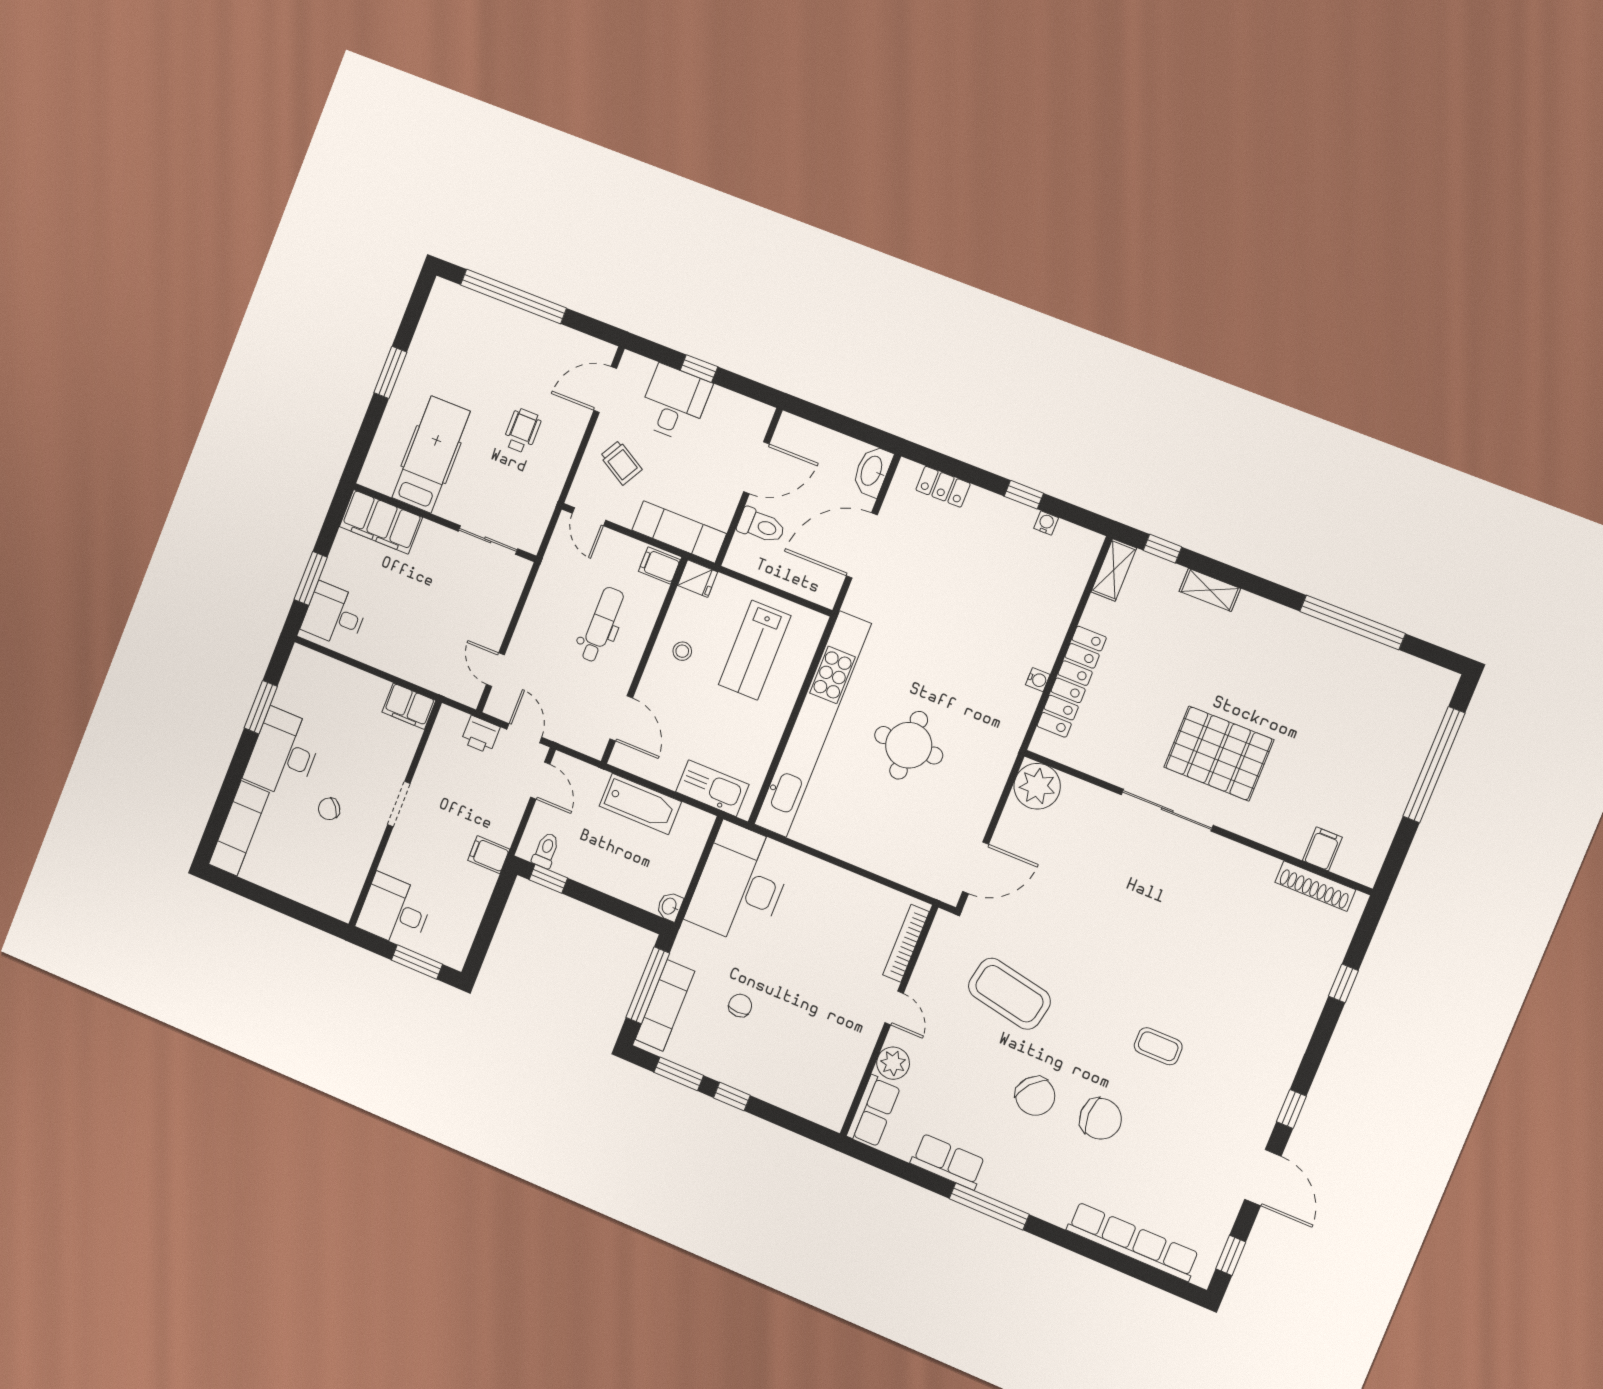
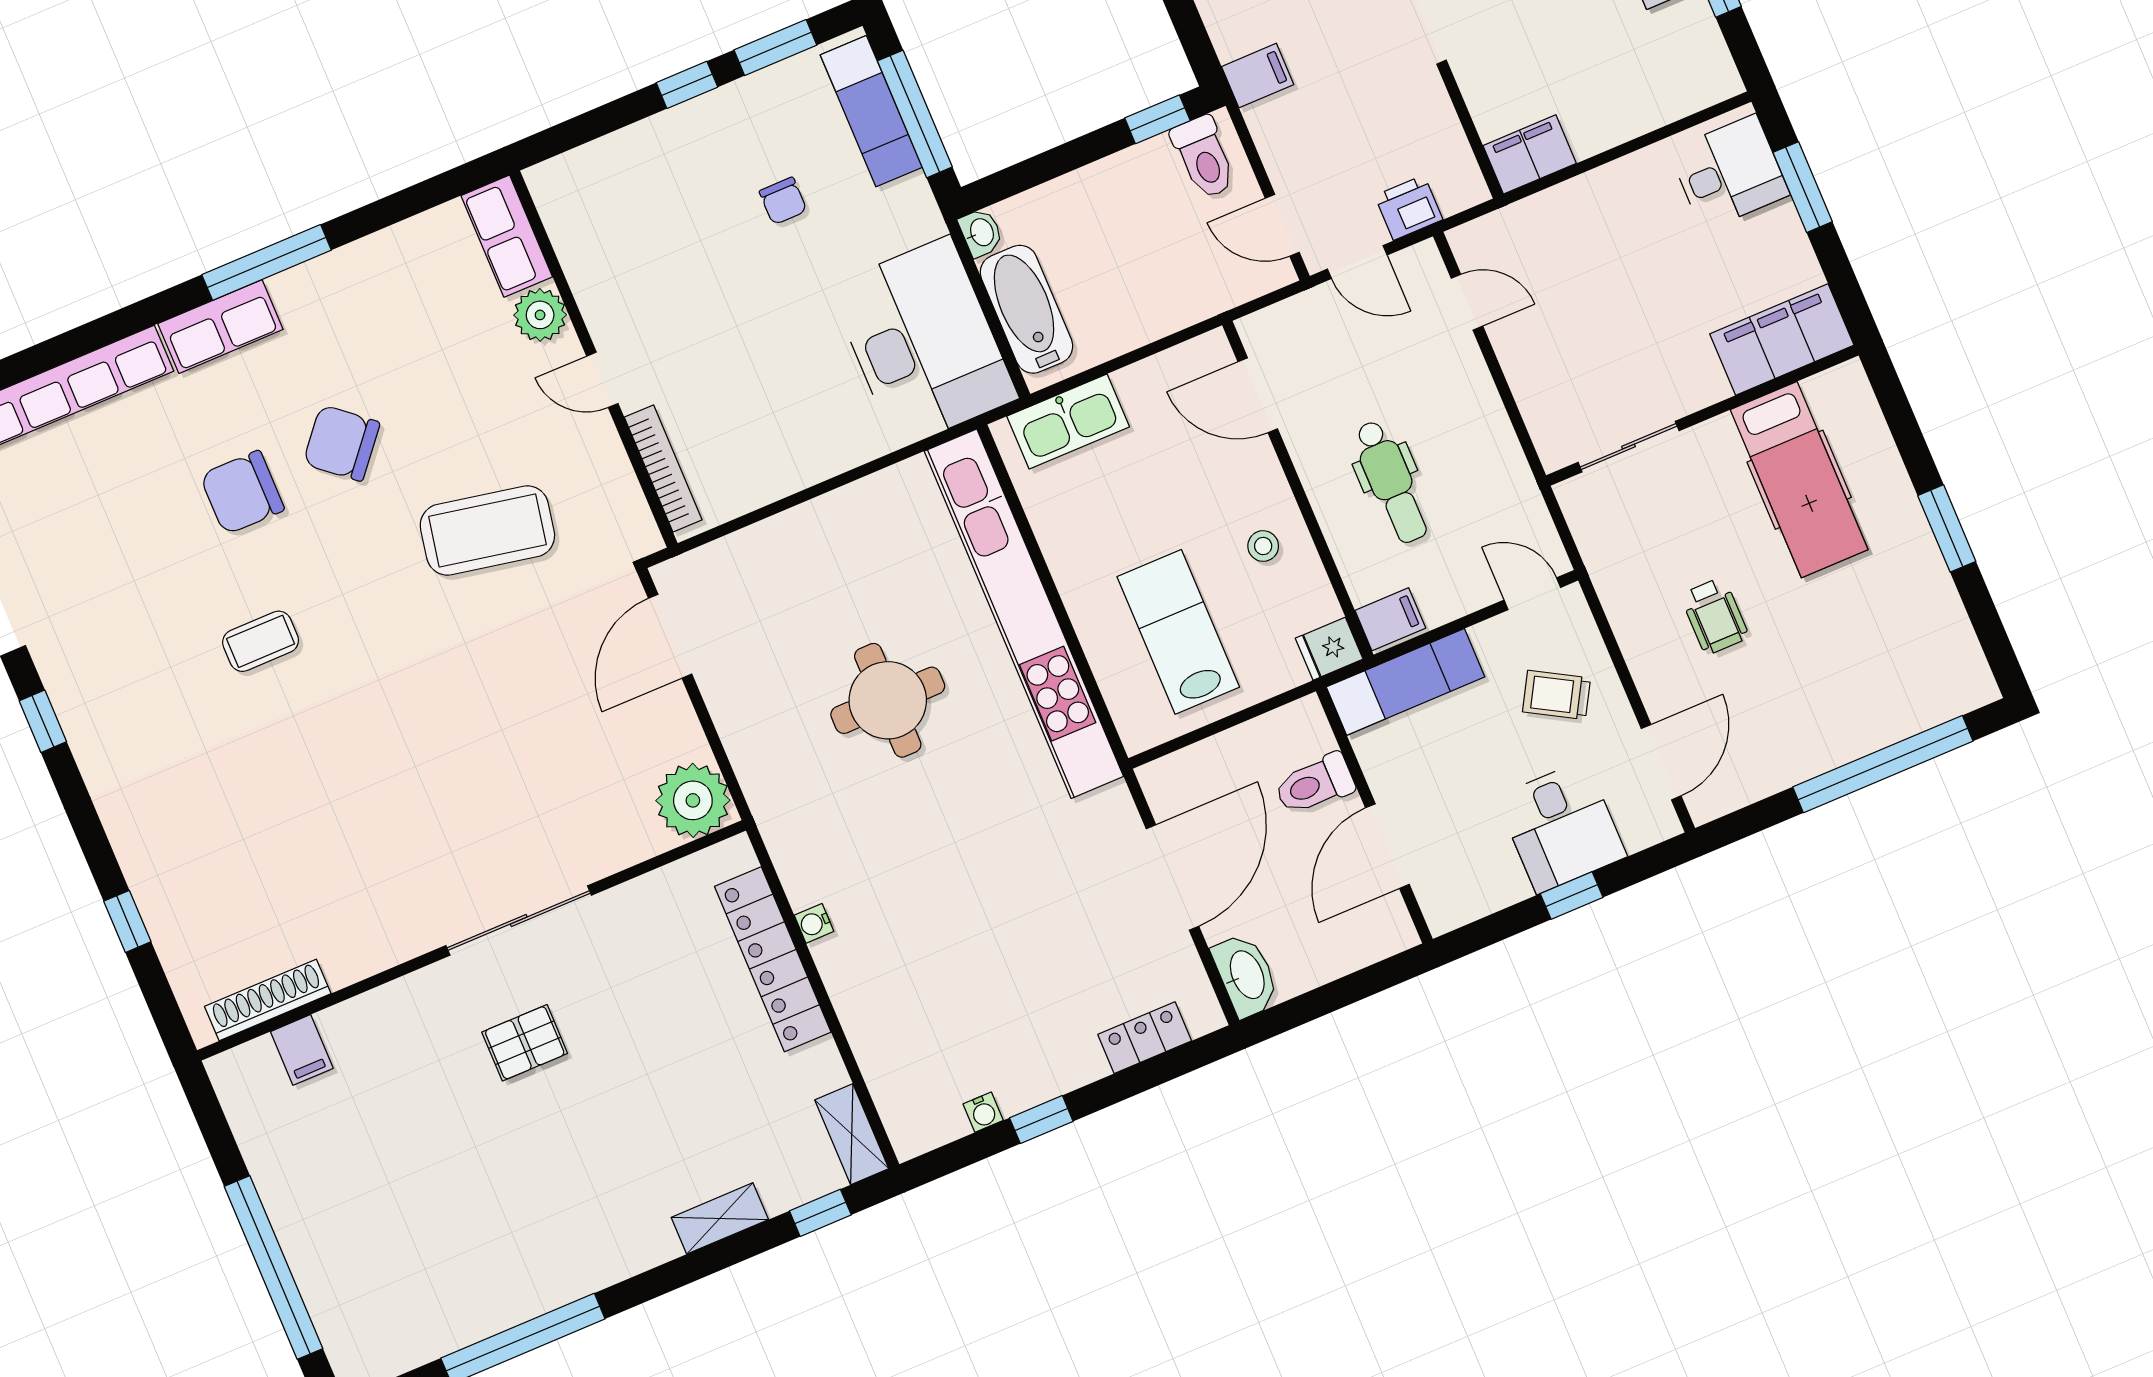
pallet: (1219, 753) -> (525, 1043), width x0.49, depth x0.50
bathtub: (640, 804) -> (1026, 309), moved, turned 90
toilet: (546, 850) -> (1204, 157), width x1.37, depth x1.39
row of seats: (948, 1162) -> (220, 327), moved

